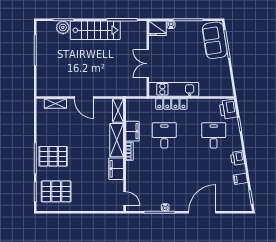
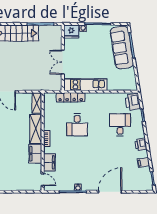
sofa: (215, 40) -> (122, 48), width x1.36
locker: (171, 104) -> (71, 97), moved
filing cabinet: (132, 131) -> (49, 162), moved
desk: (164, 135) -> (77, 125), turned 180

